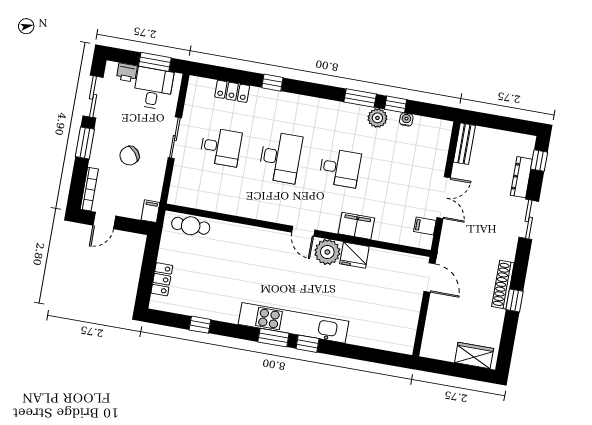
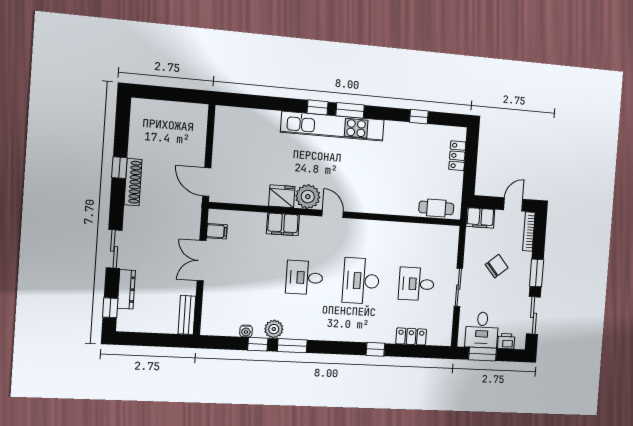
filing cabinet: (150, 211) -> (480, 218), width x2.00
wardrobe: (474, 355) -> (154, 110), removed

